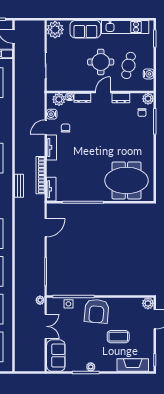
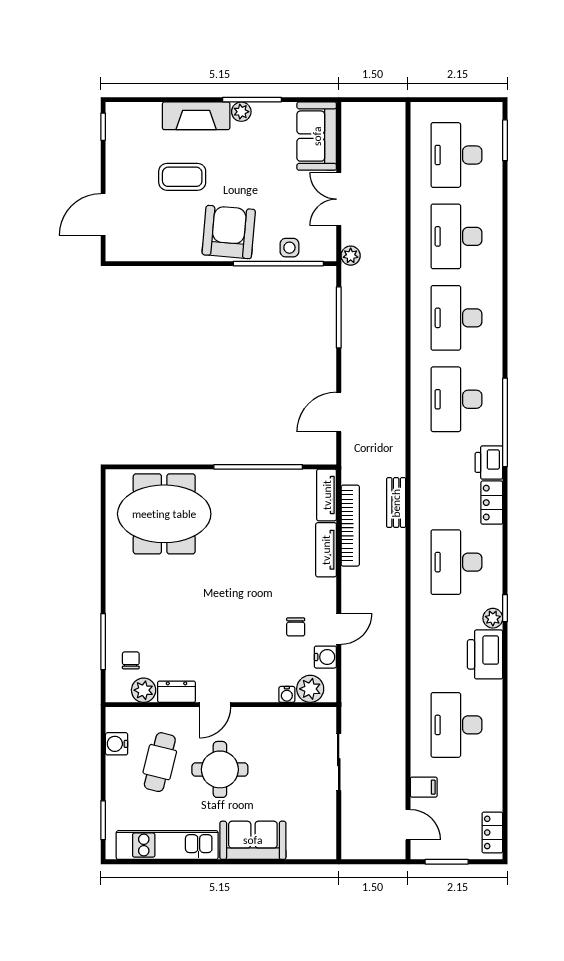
plant: (55, 30) -> (318, 839), removed
dresser: (82, 98) -> (259, 692), removed
plant: (148, 99) -> (144, 690), moved
tv unit: (51, 147) -> (326, 550), moved
plant: (148, 303) -> (118, 249), removed
fireplace: (133, 365) -> (196, 116), moved

